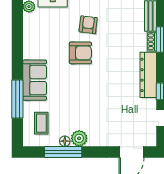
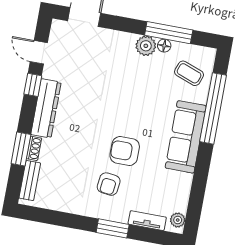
sofa: (35, 80) -> (186, 137), width x1.36
window: (17, 99) -> (213, 108), width x1.46
coffee table: (41, 123) -> (189, 73), turned -70

